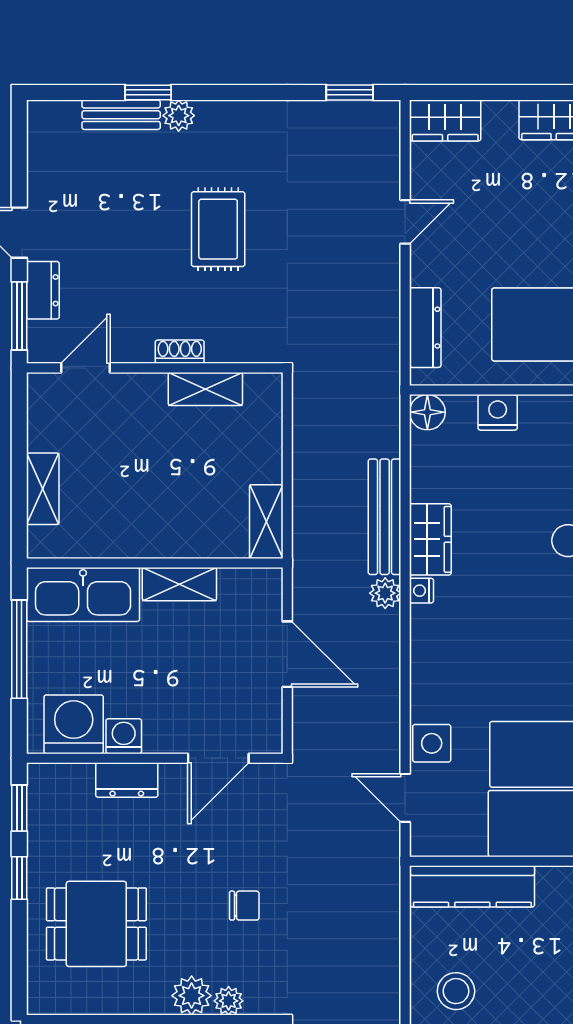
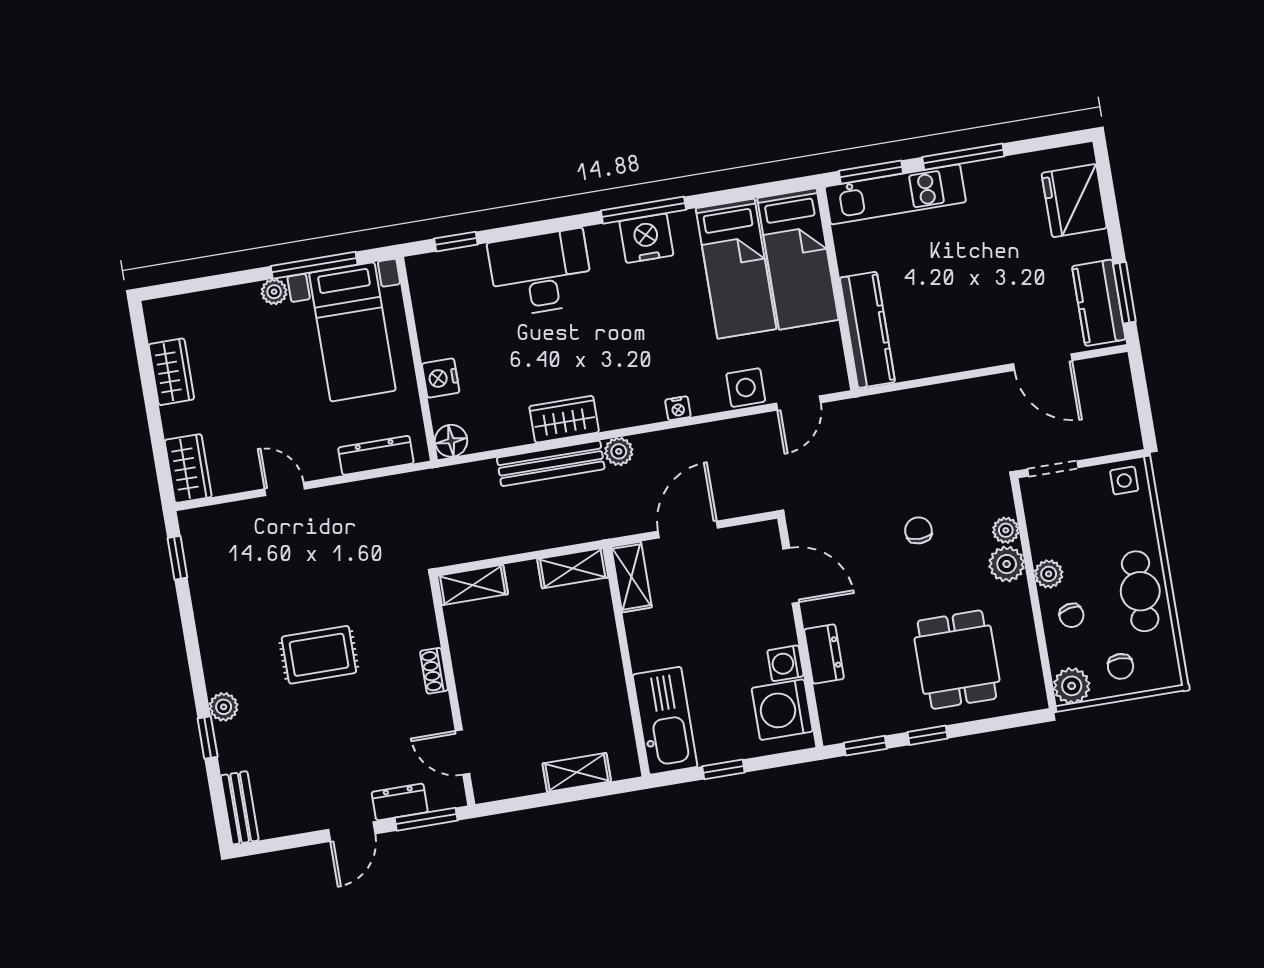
bench: (121, 115) -> (240, 808), moved
shelving: (205, 389) -> (473, 585), moved, turned 90
shelving: (179, 584) -> (631, 577), moved
nightstand: (421, 591) -> (678, 408), moved
window: (19, 649) -> (723, 769), width x0.46
stool: (456, 991) -> (963, 329), removed

